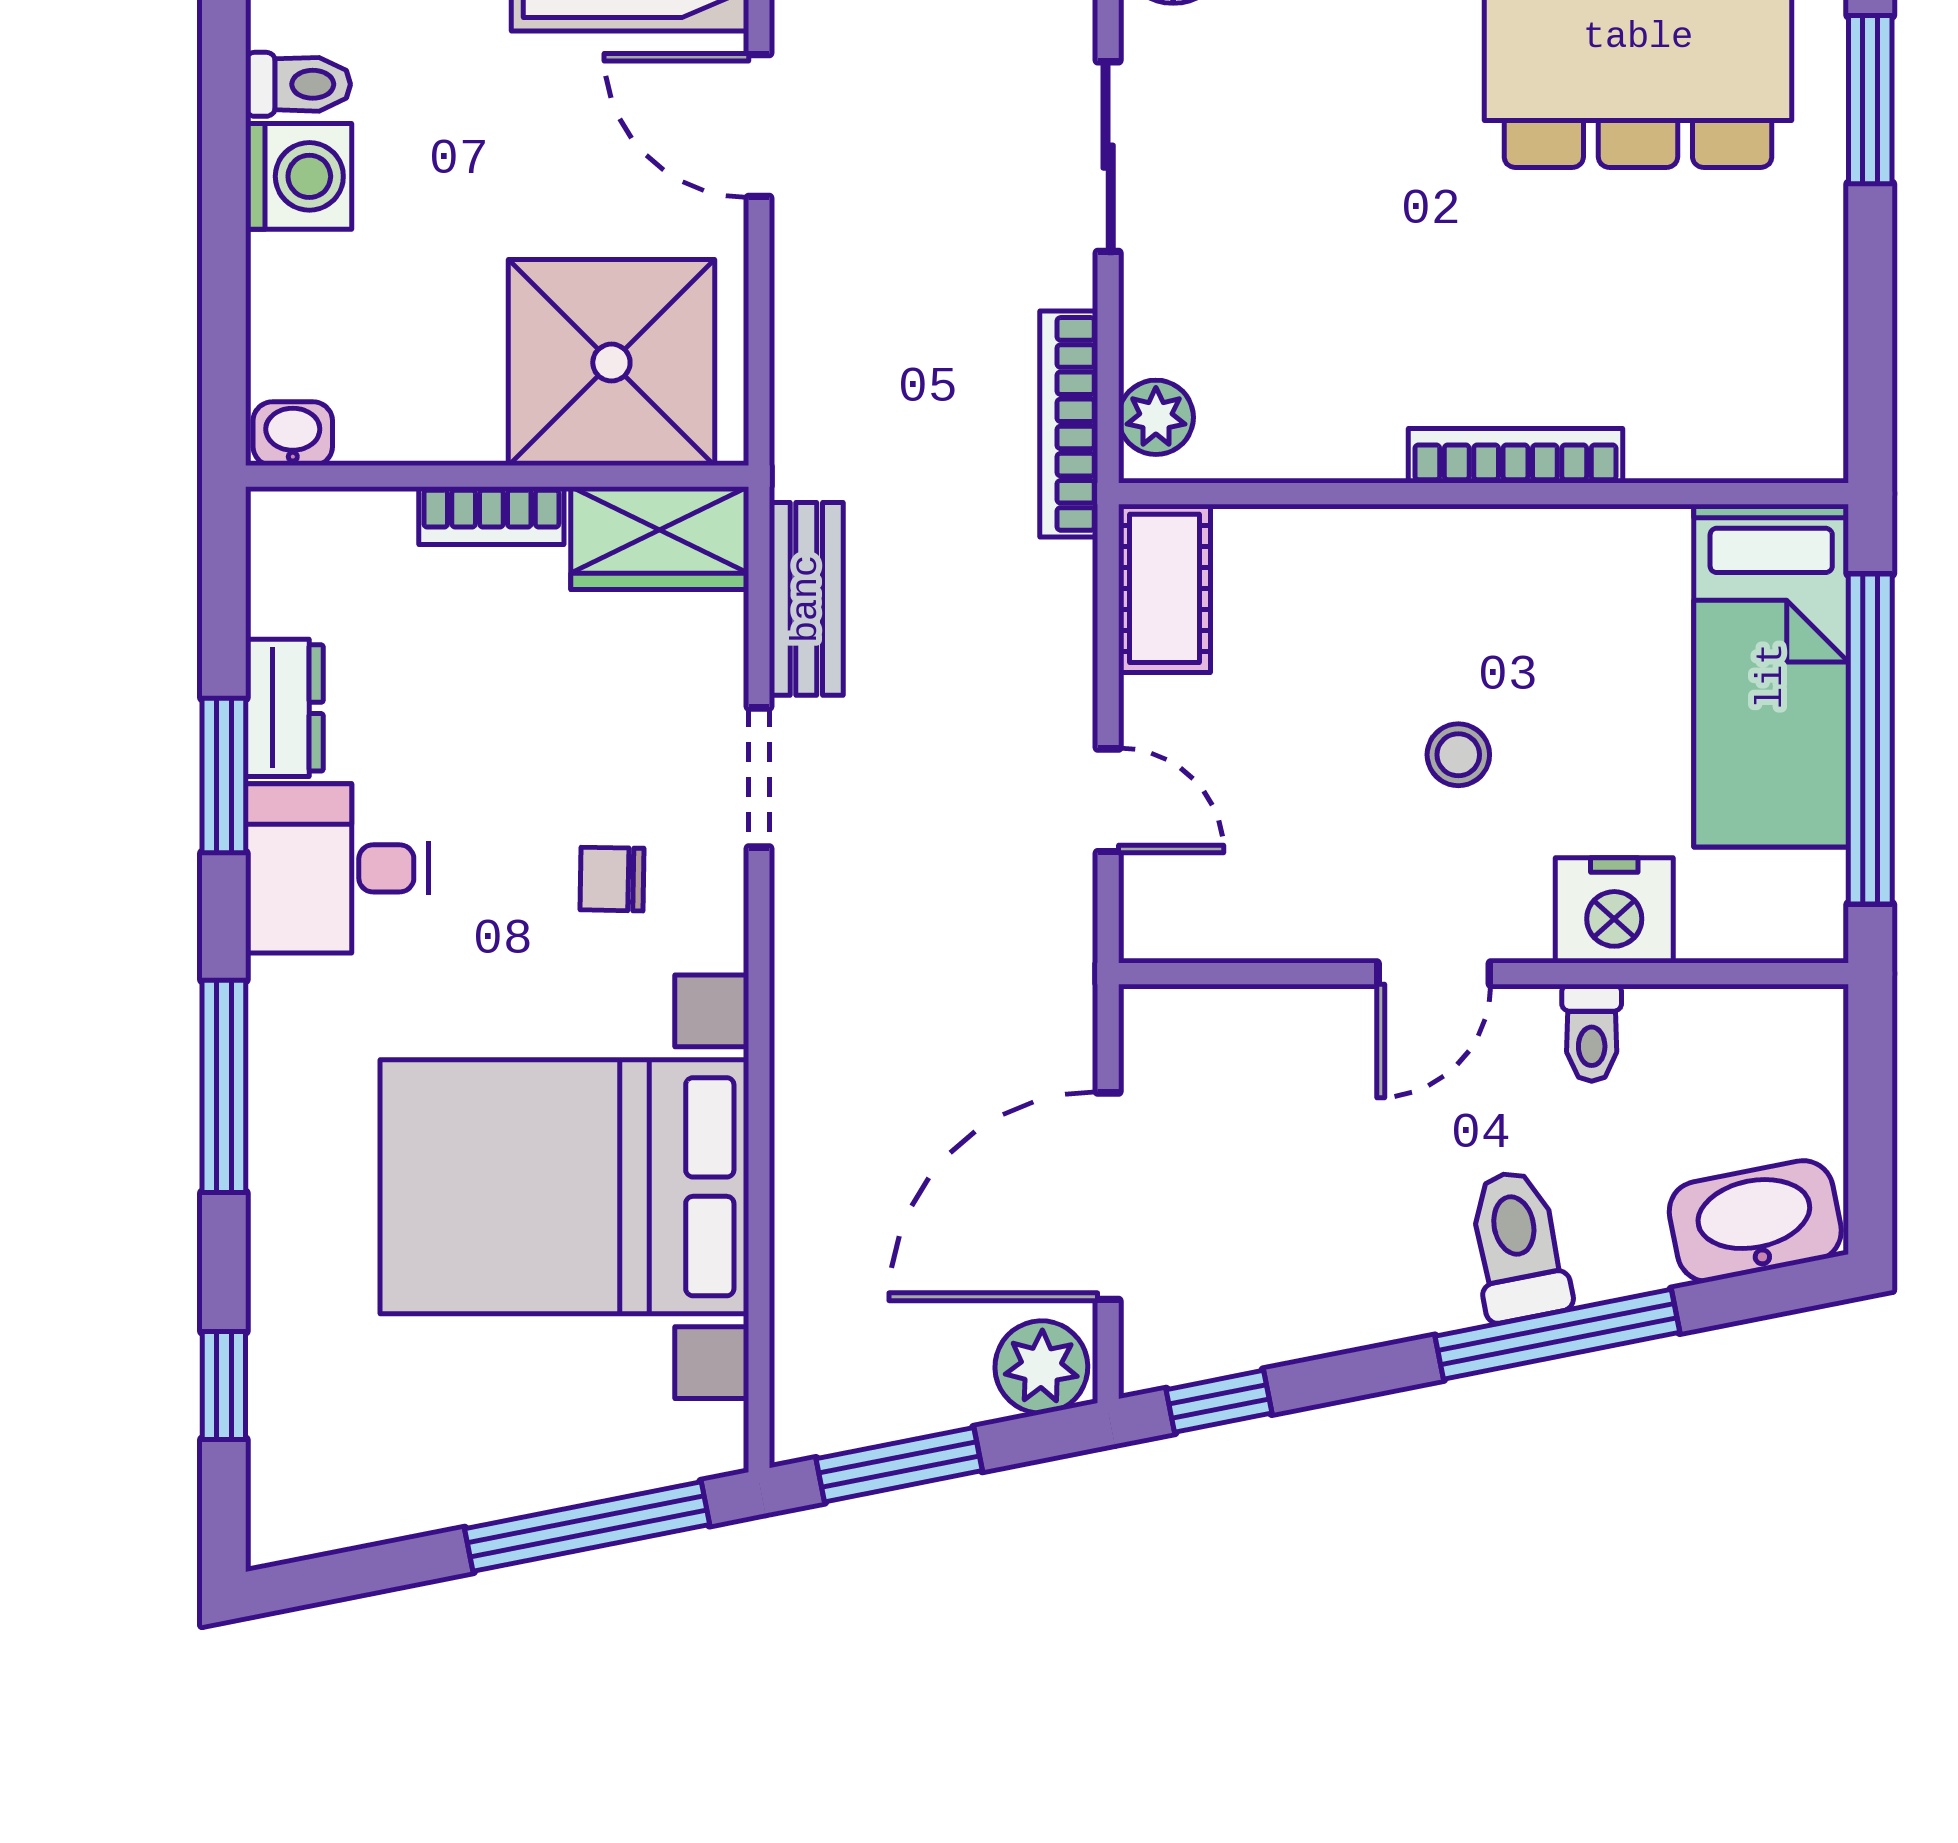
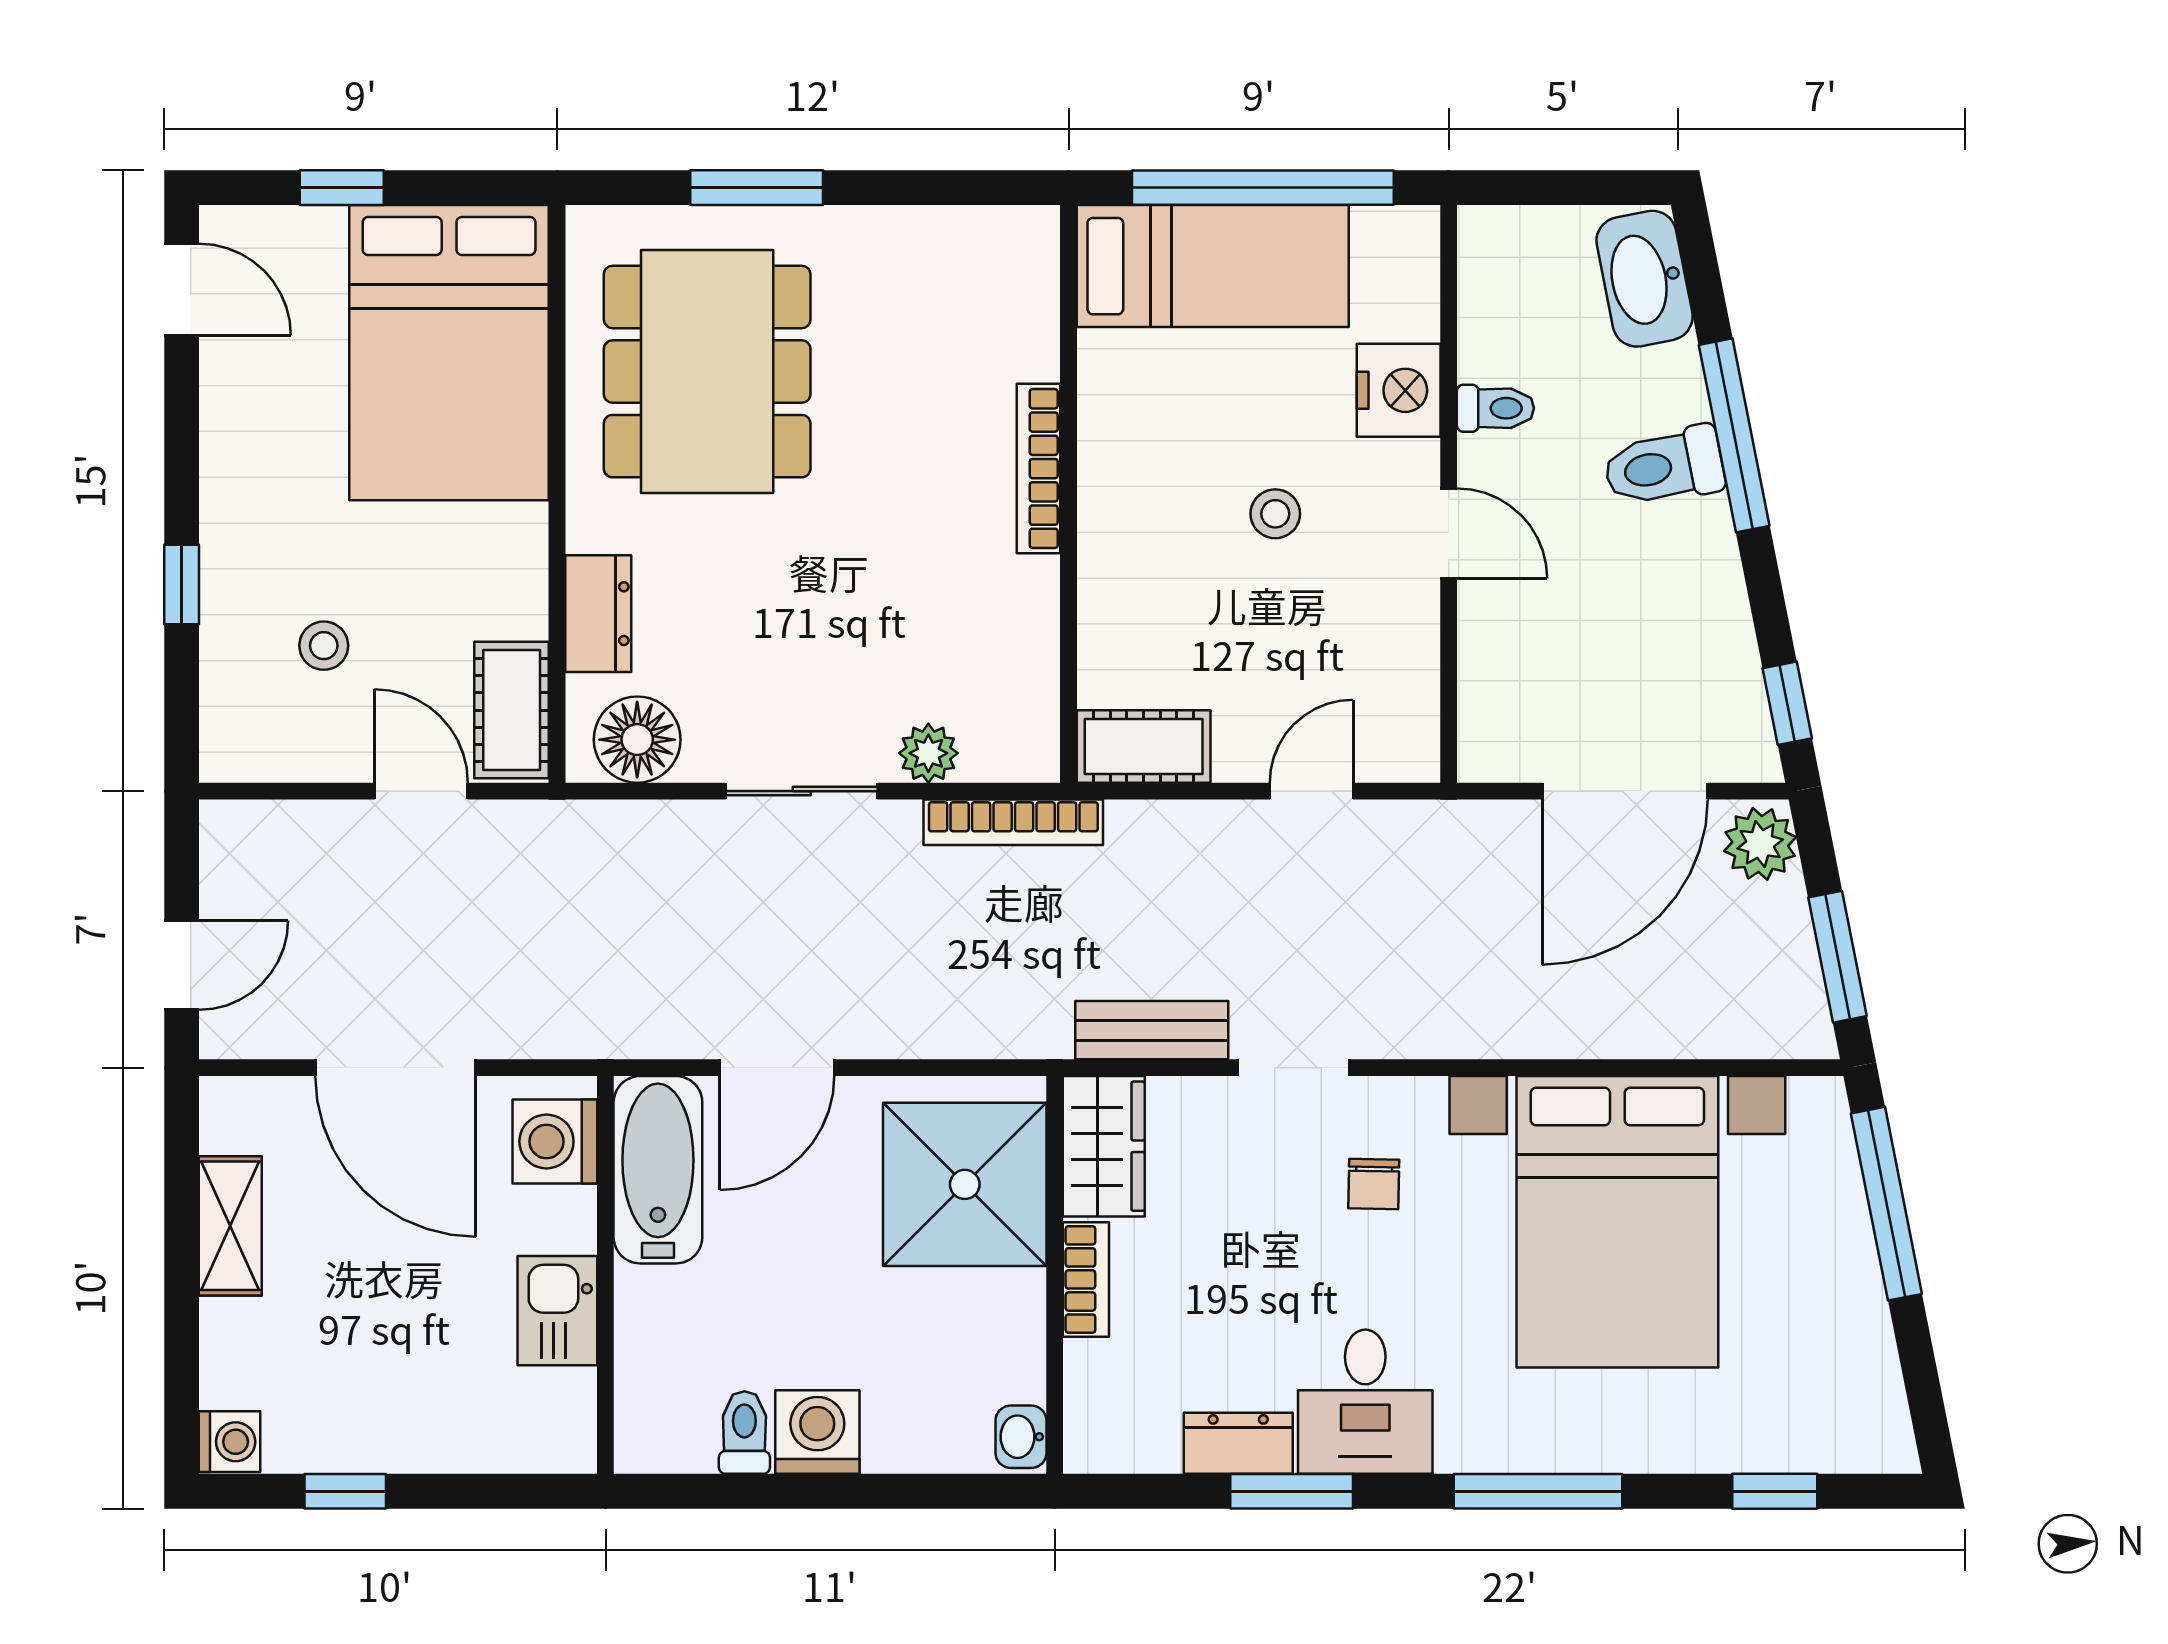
plant: (1156, 417) -> (928, 753), moved
door: (1108, 1196) -> (1625, 791), hinge flipped

